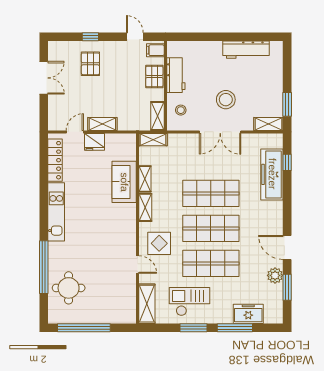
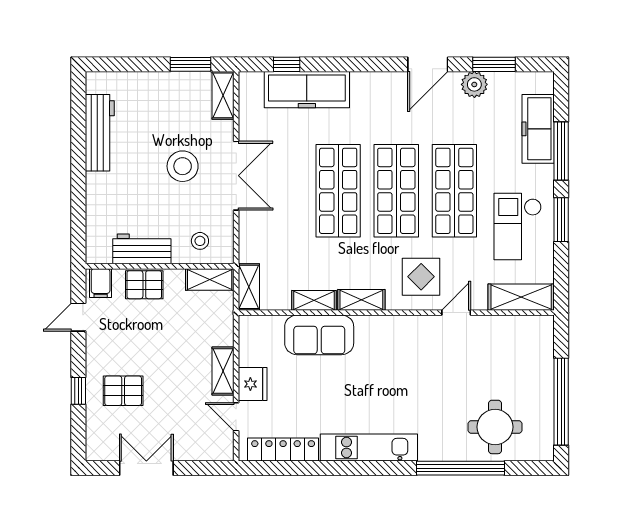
freezer: (248, 314) -> (538, 129), width x1.40

